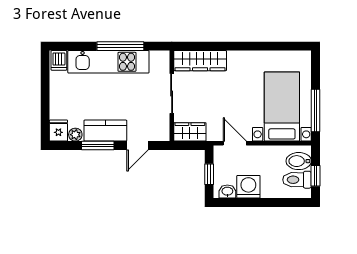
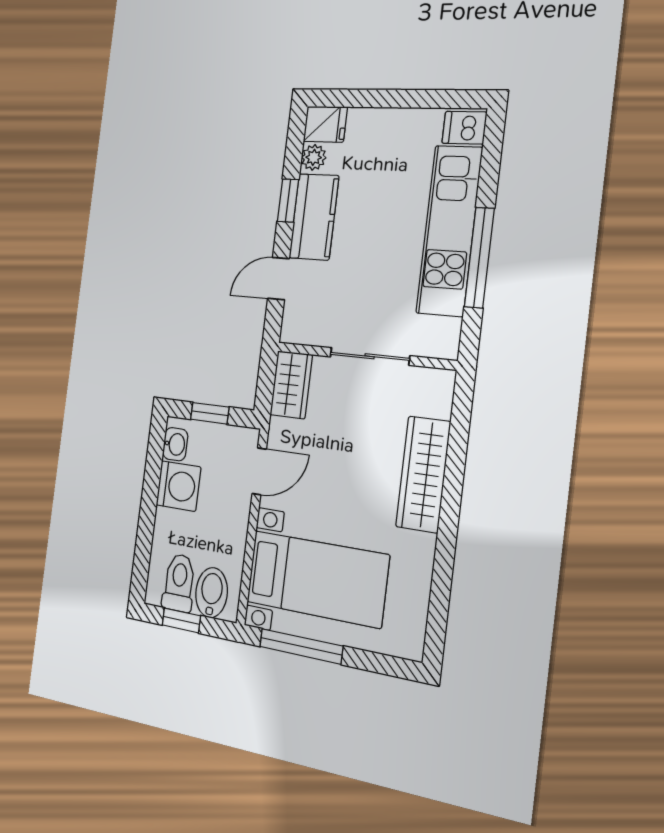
wardrobe: (200, 61) -> (423, 474), moved
window: (98, 146) -> (288, 201), width x0.67
door: (137, 146) -> (278, 279), hinge flipped

